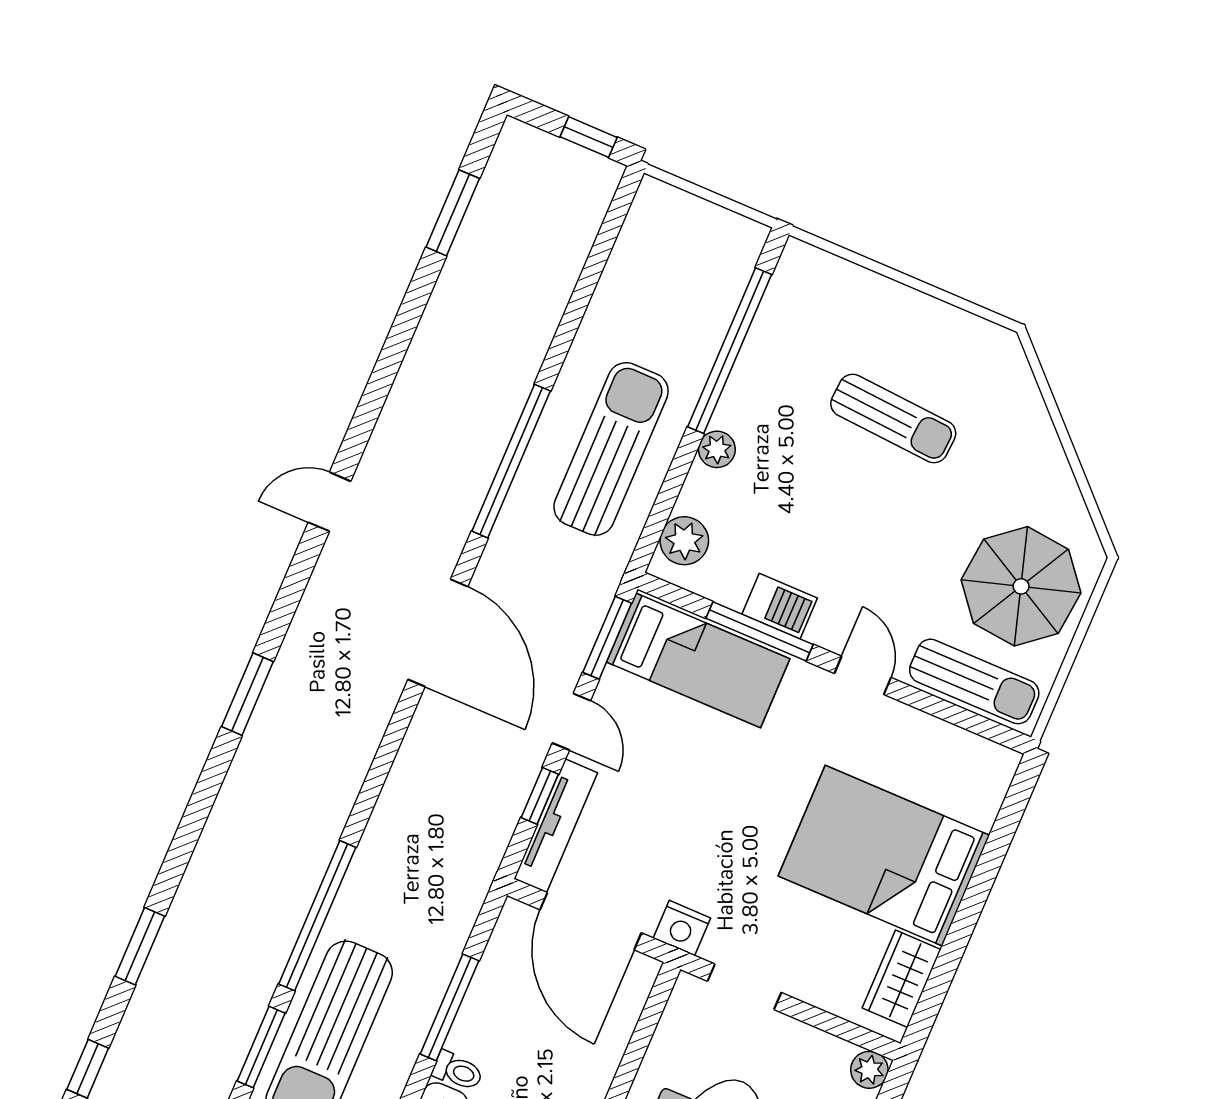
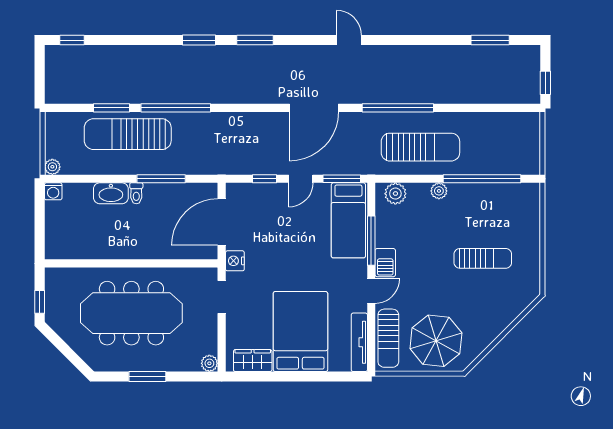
sun lounger: (893, 419) -> (483, 258), turned -94
barbecue: (780, 606) -> (385, 263), moved
tv unit: (556, 826) -> (359, 342), moved, turned 90
window: (140, 946) -> (199, 40), moved

